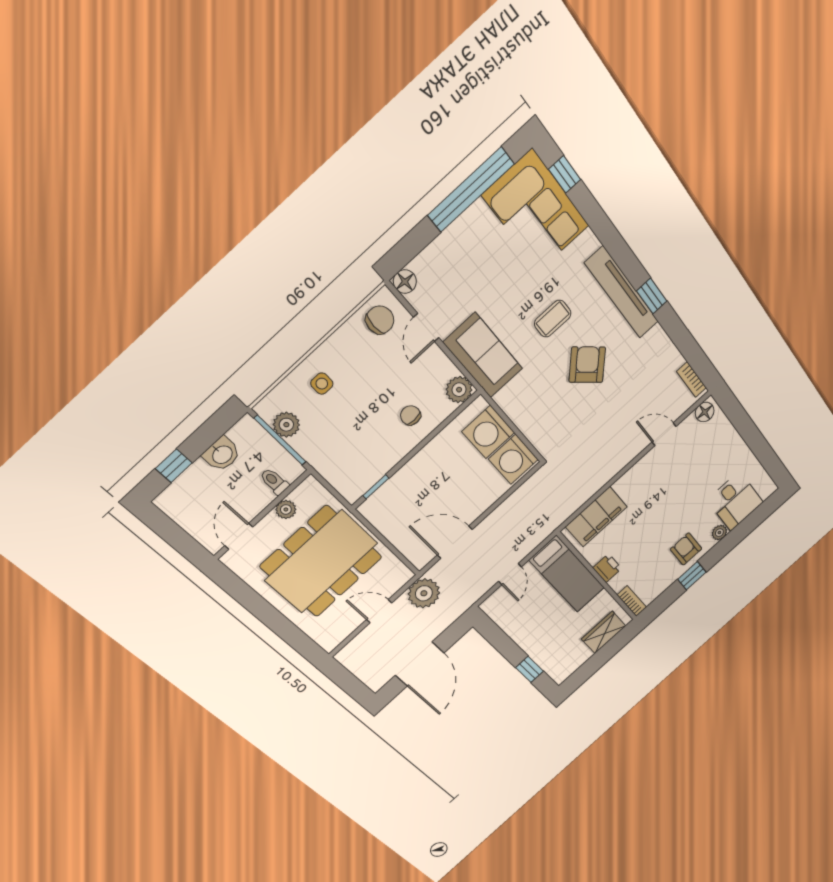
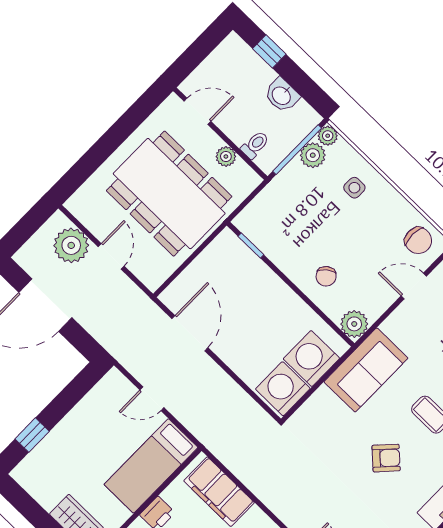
sofa: (483, 355) -> (366, 370), moved
armchair: (587, 365) -> (386, 458), width x0.72, depth x0.72
plant: (266, 409) -> (328, 136), added
chair: (411, 415) -> (326, 276), turned 142
plant: (424, 593) -> (71, 245), moved

